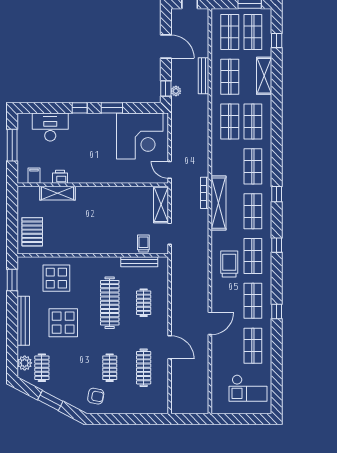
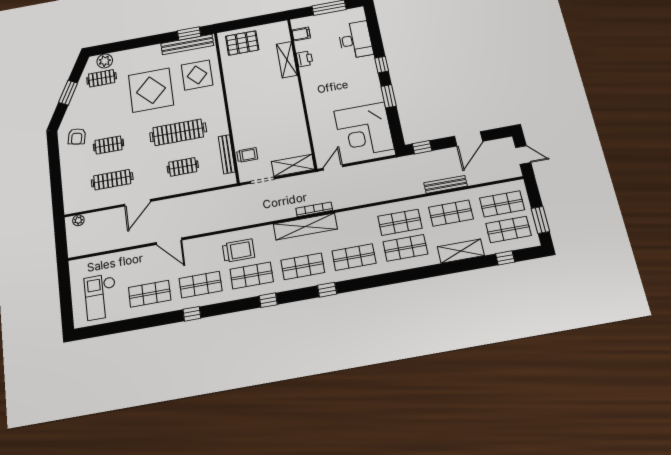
plant: (176, 91) -> (78, 220), moved
bench: (23, 321) -> (187, 45), moved
display table: (63, 323) -> (151, 90), width x1.36, depth x1.36

